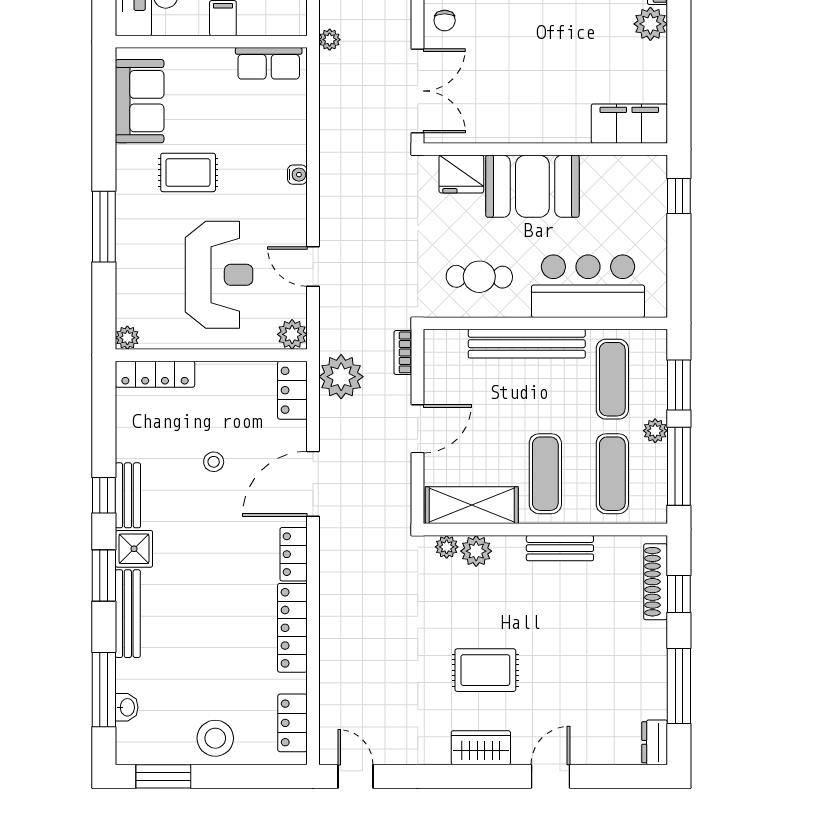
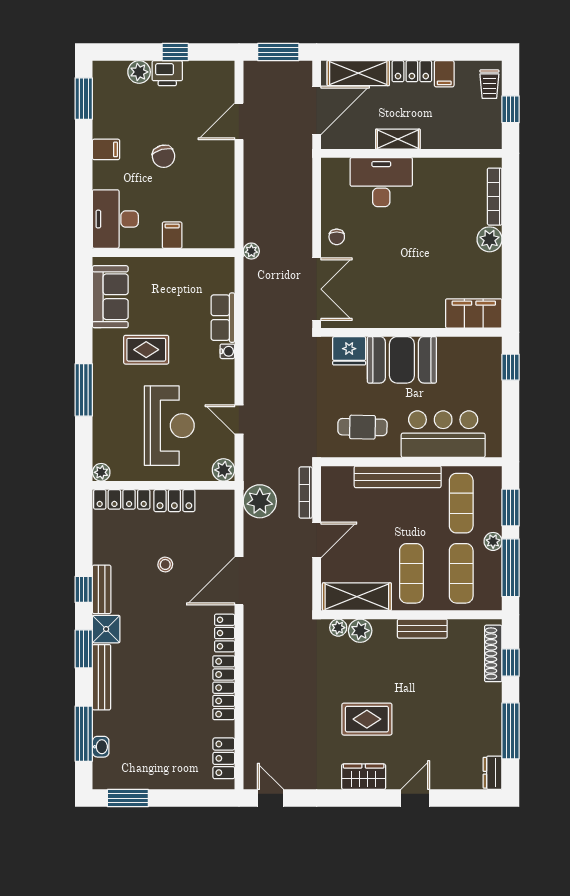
row of seats: (269, 63) -> (223, 318), moved, turned 90
bookcase: (403, 352) -> (306, 493), width x1.56
locker: (292, 390) -> (174, 501), moved, turned -90
stool: (215, 738) -> (166, 770), removed

